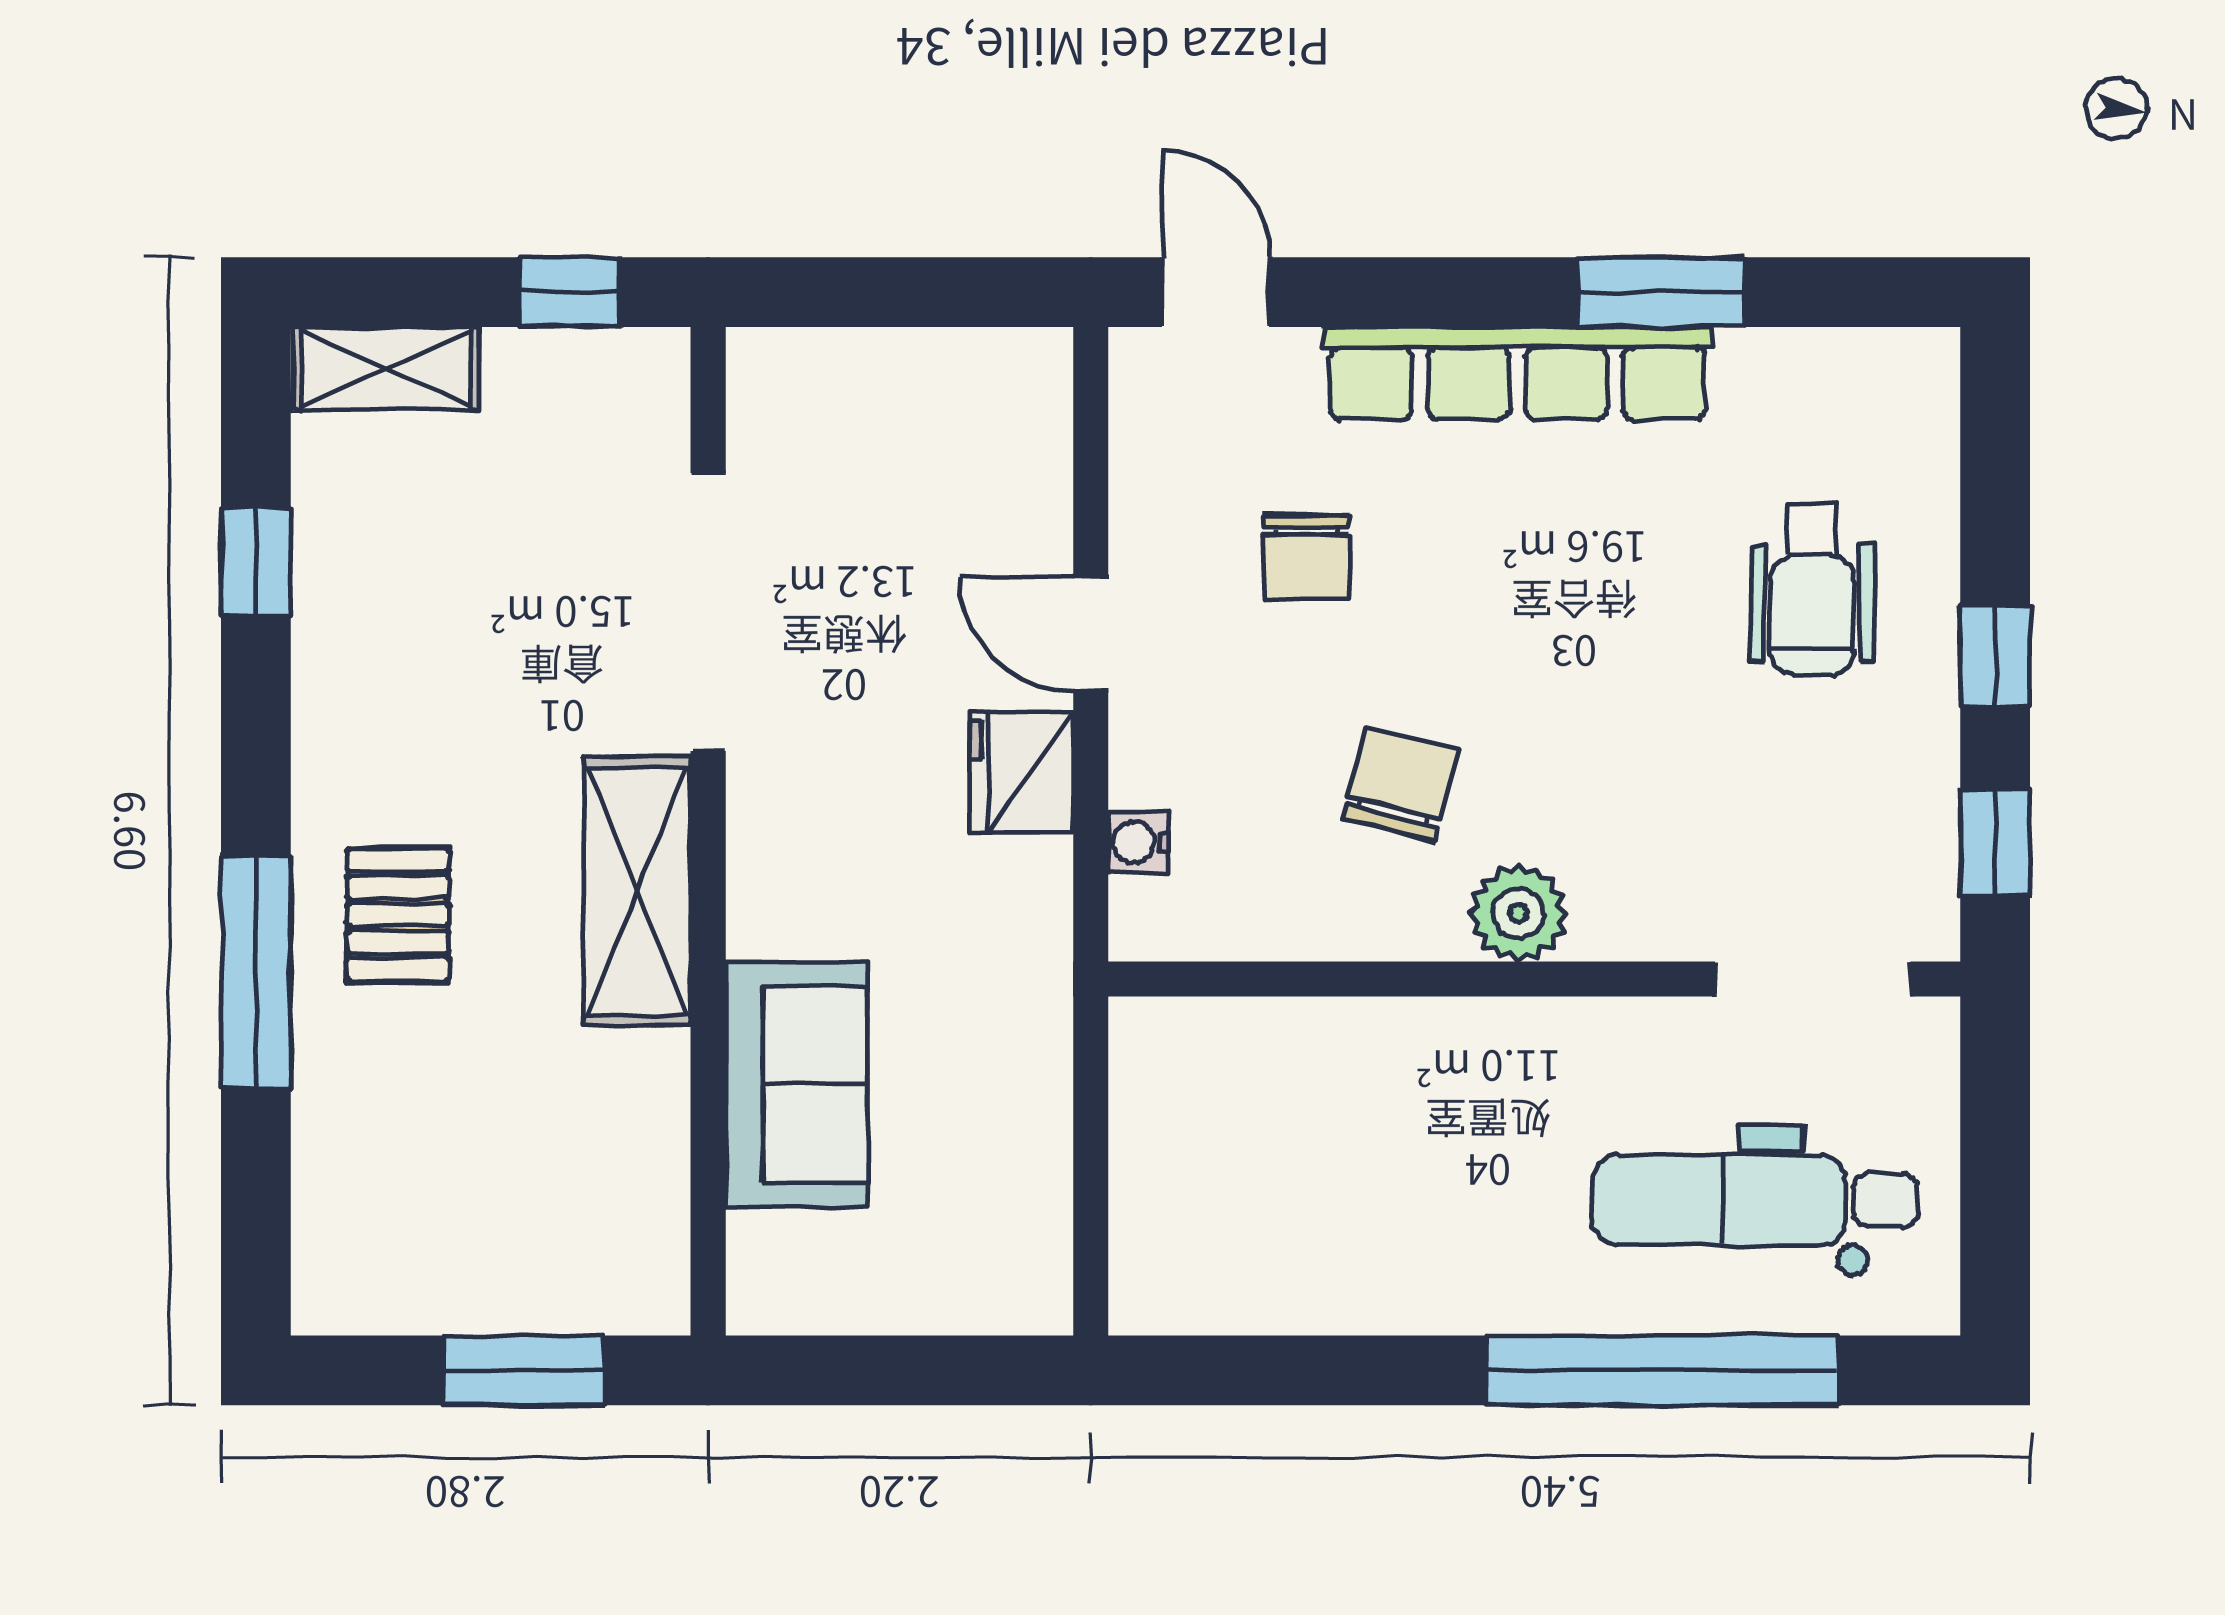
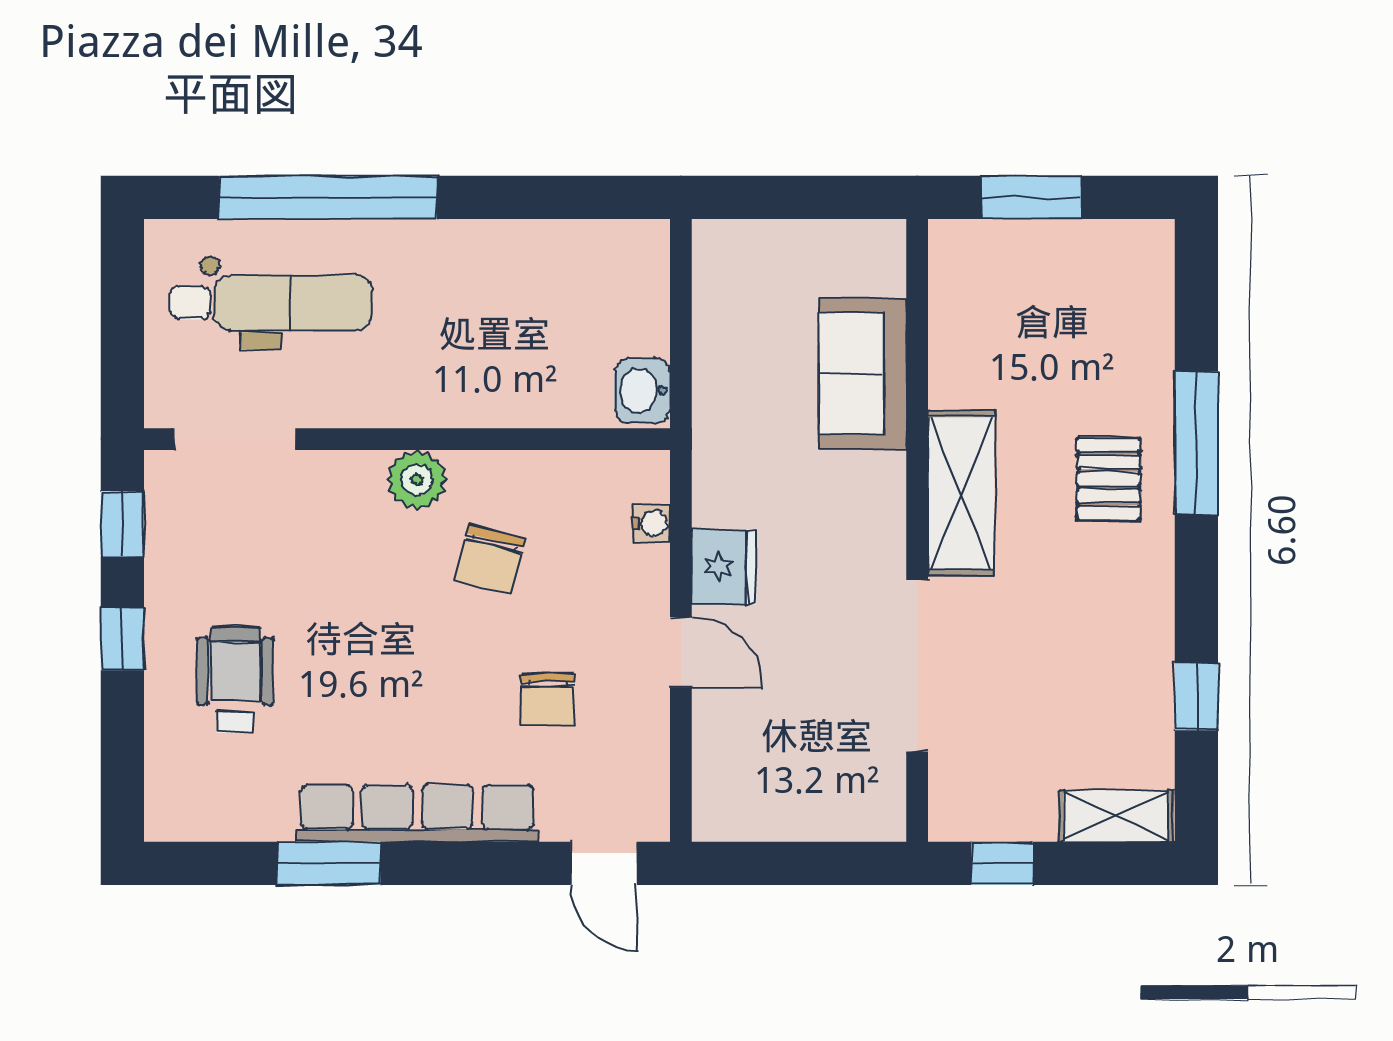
chair: (1306, 557) -> (548, 700), turned 180
washbasin: (1153, 1058) -> (642, 391), added

